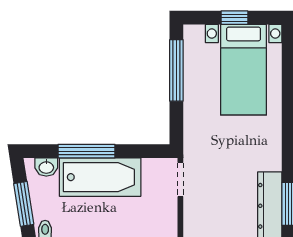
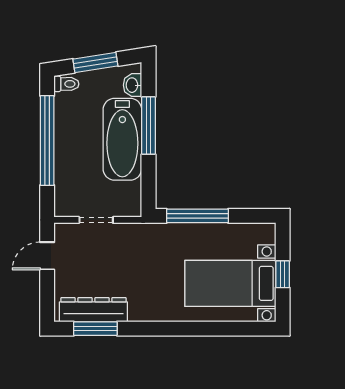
window: (176, 70) -> (197, 216), moved
doorway: (180, 180) -> (96, 220), moved

